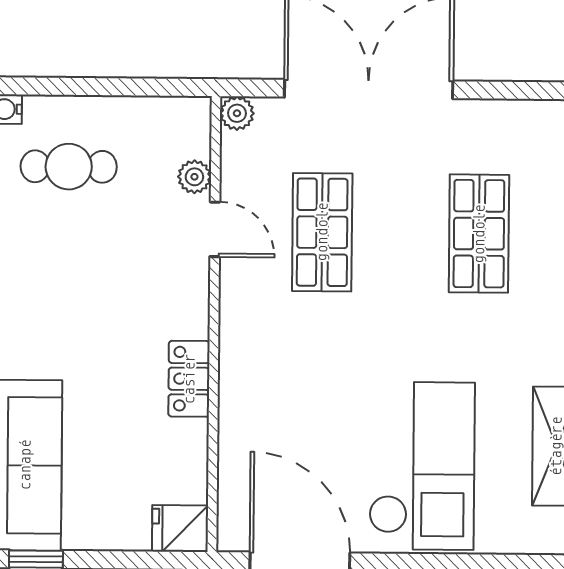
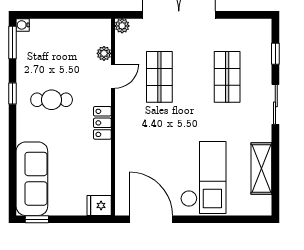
cafe table: (69, 167) -> (52, 100), moved
door: (215, 229) -> (113, 76), hinge flipped
locker: (189, 379) -> (102, 123), moved

